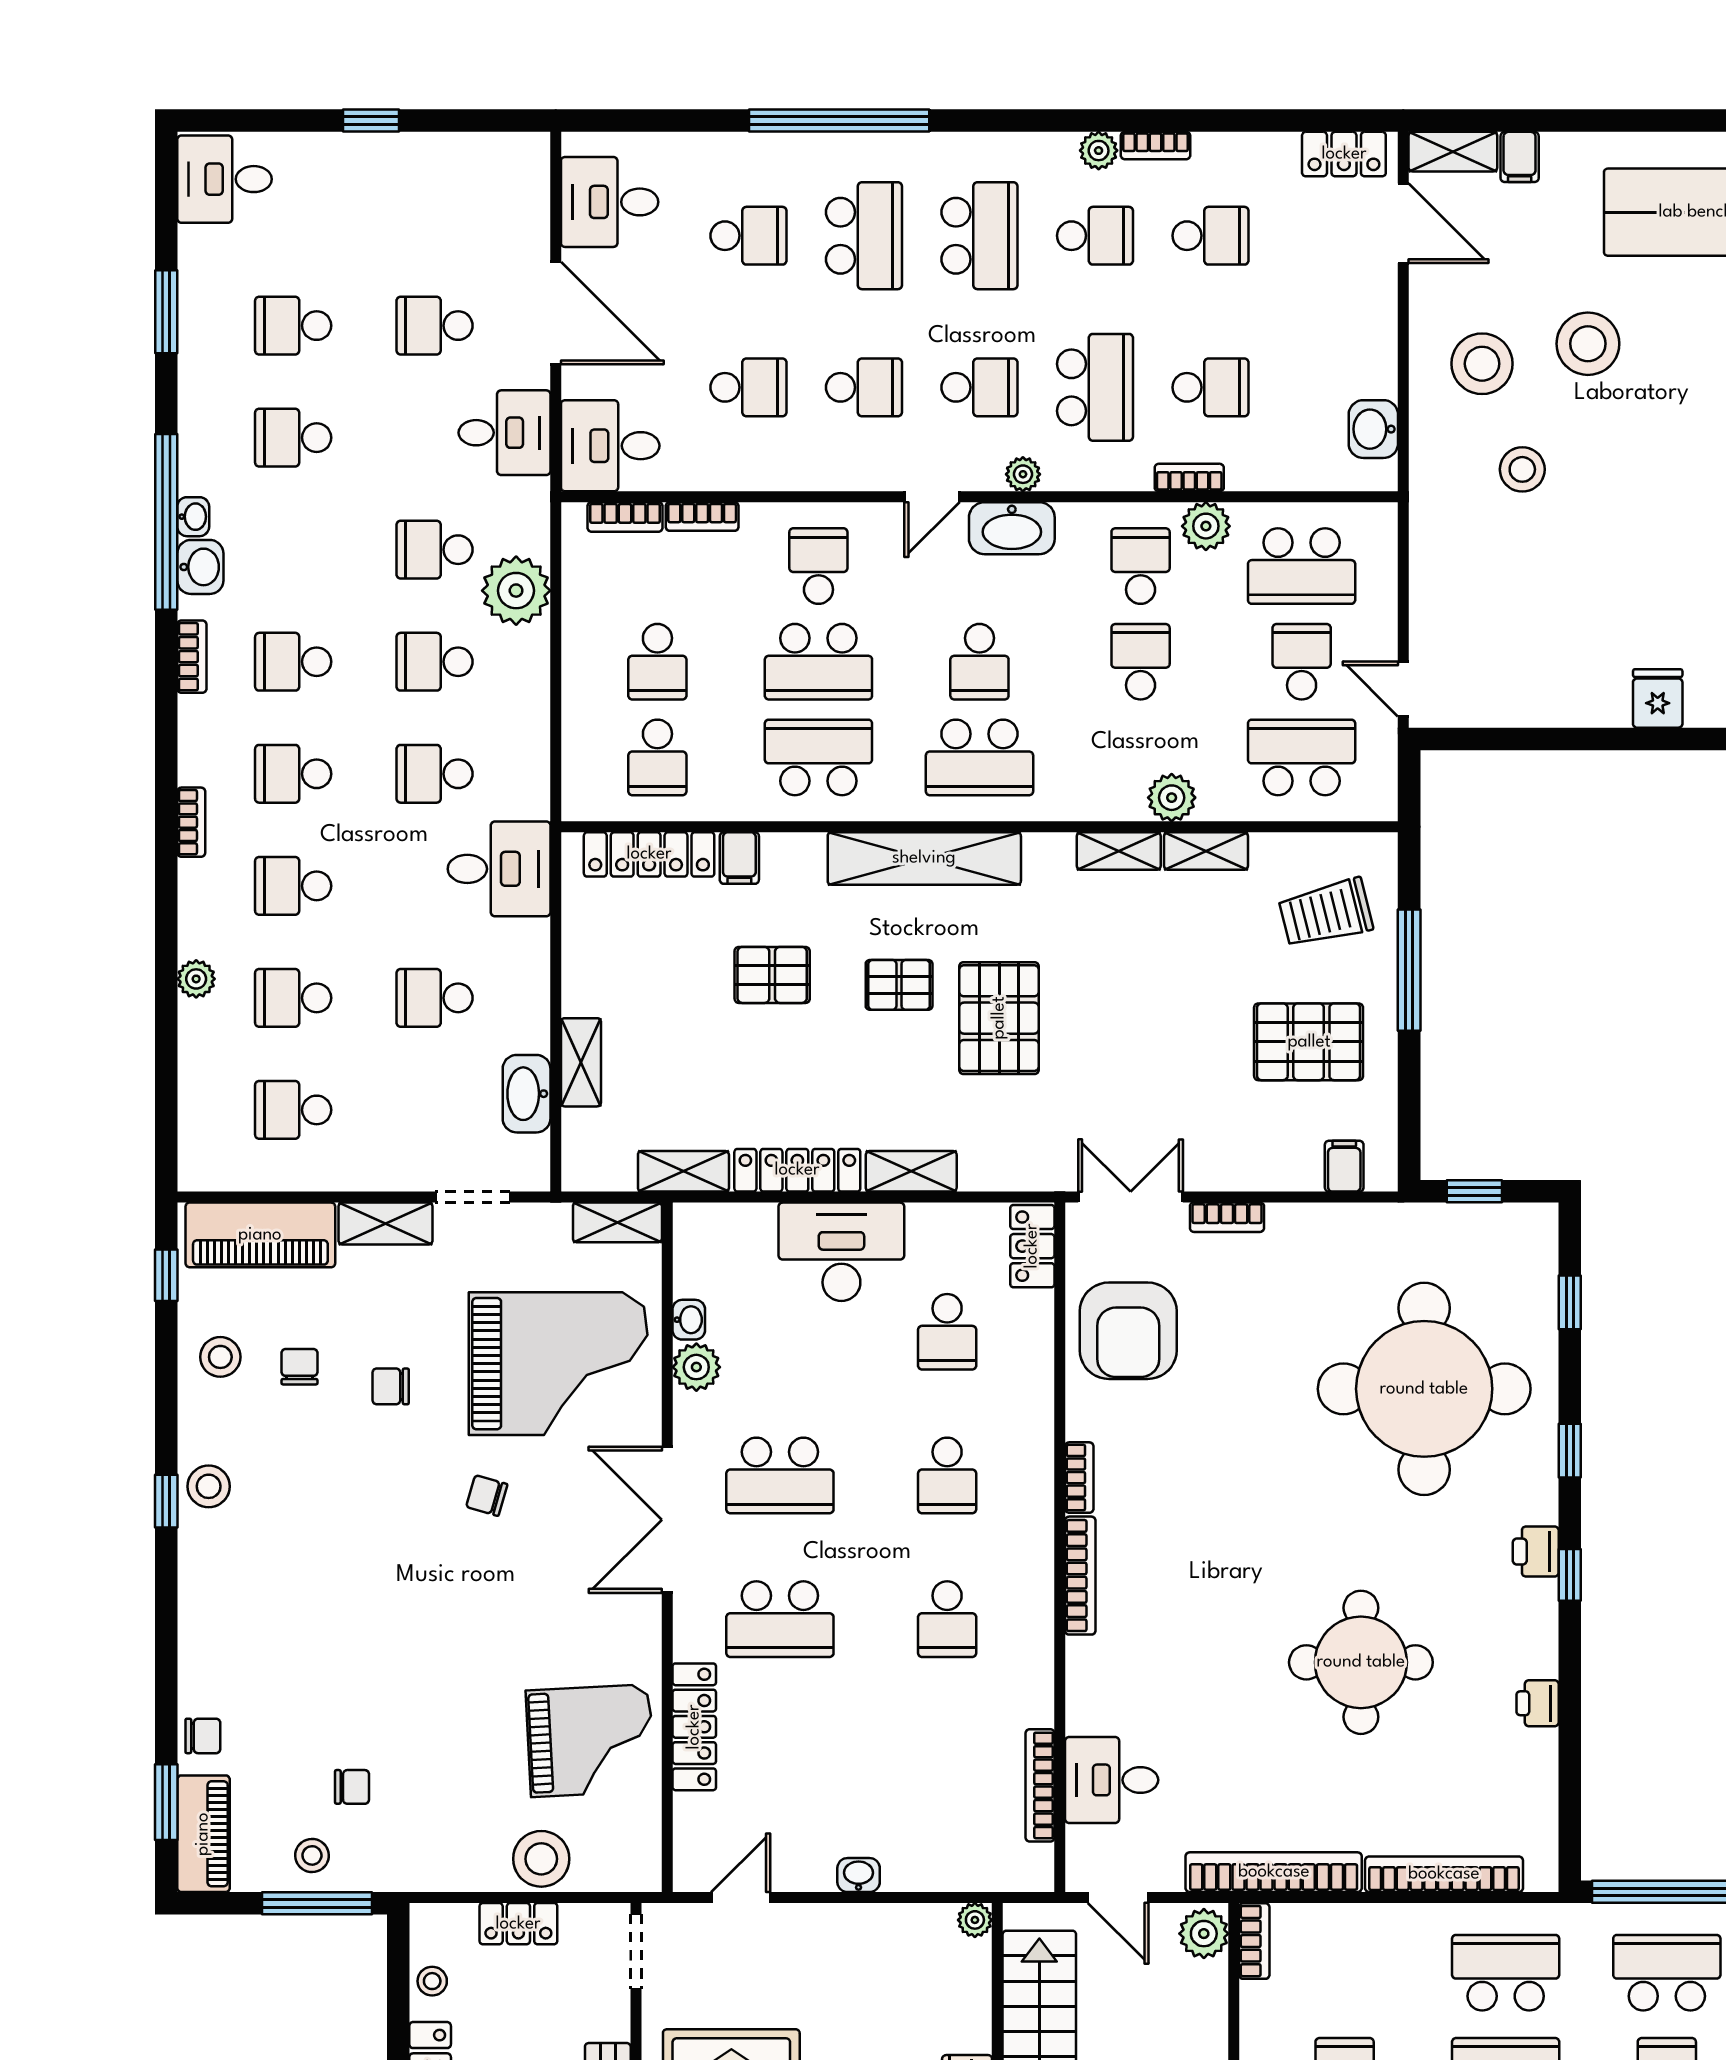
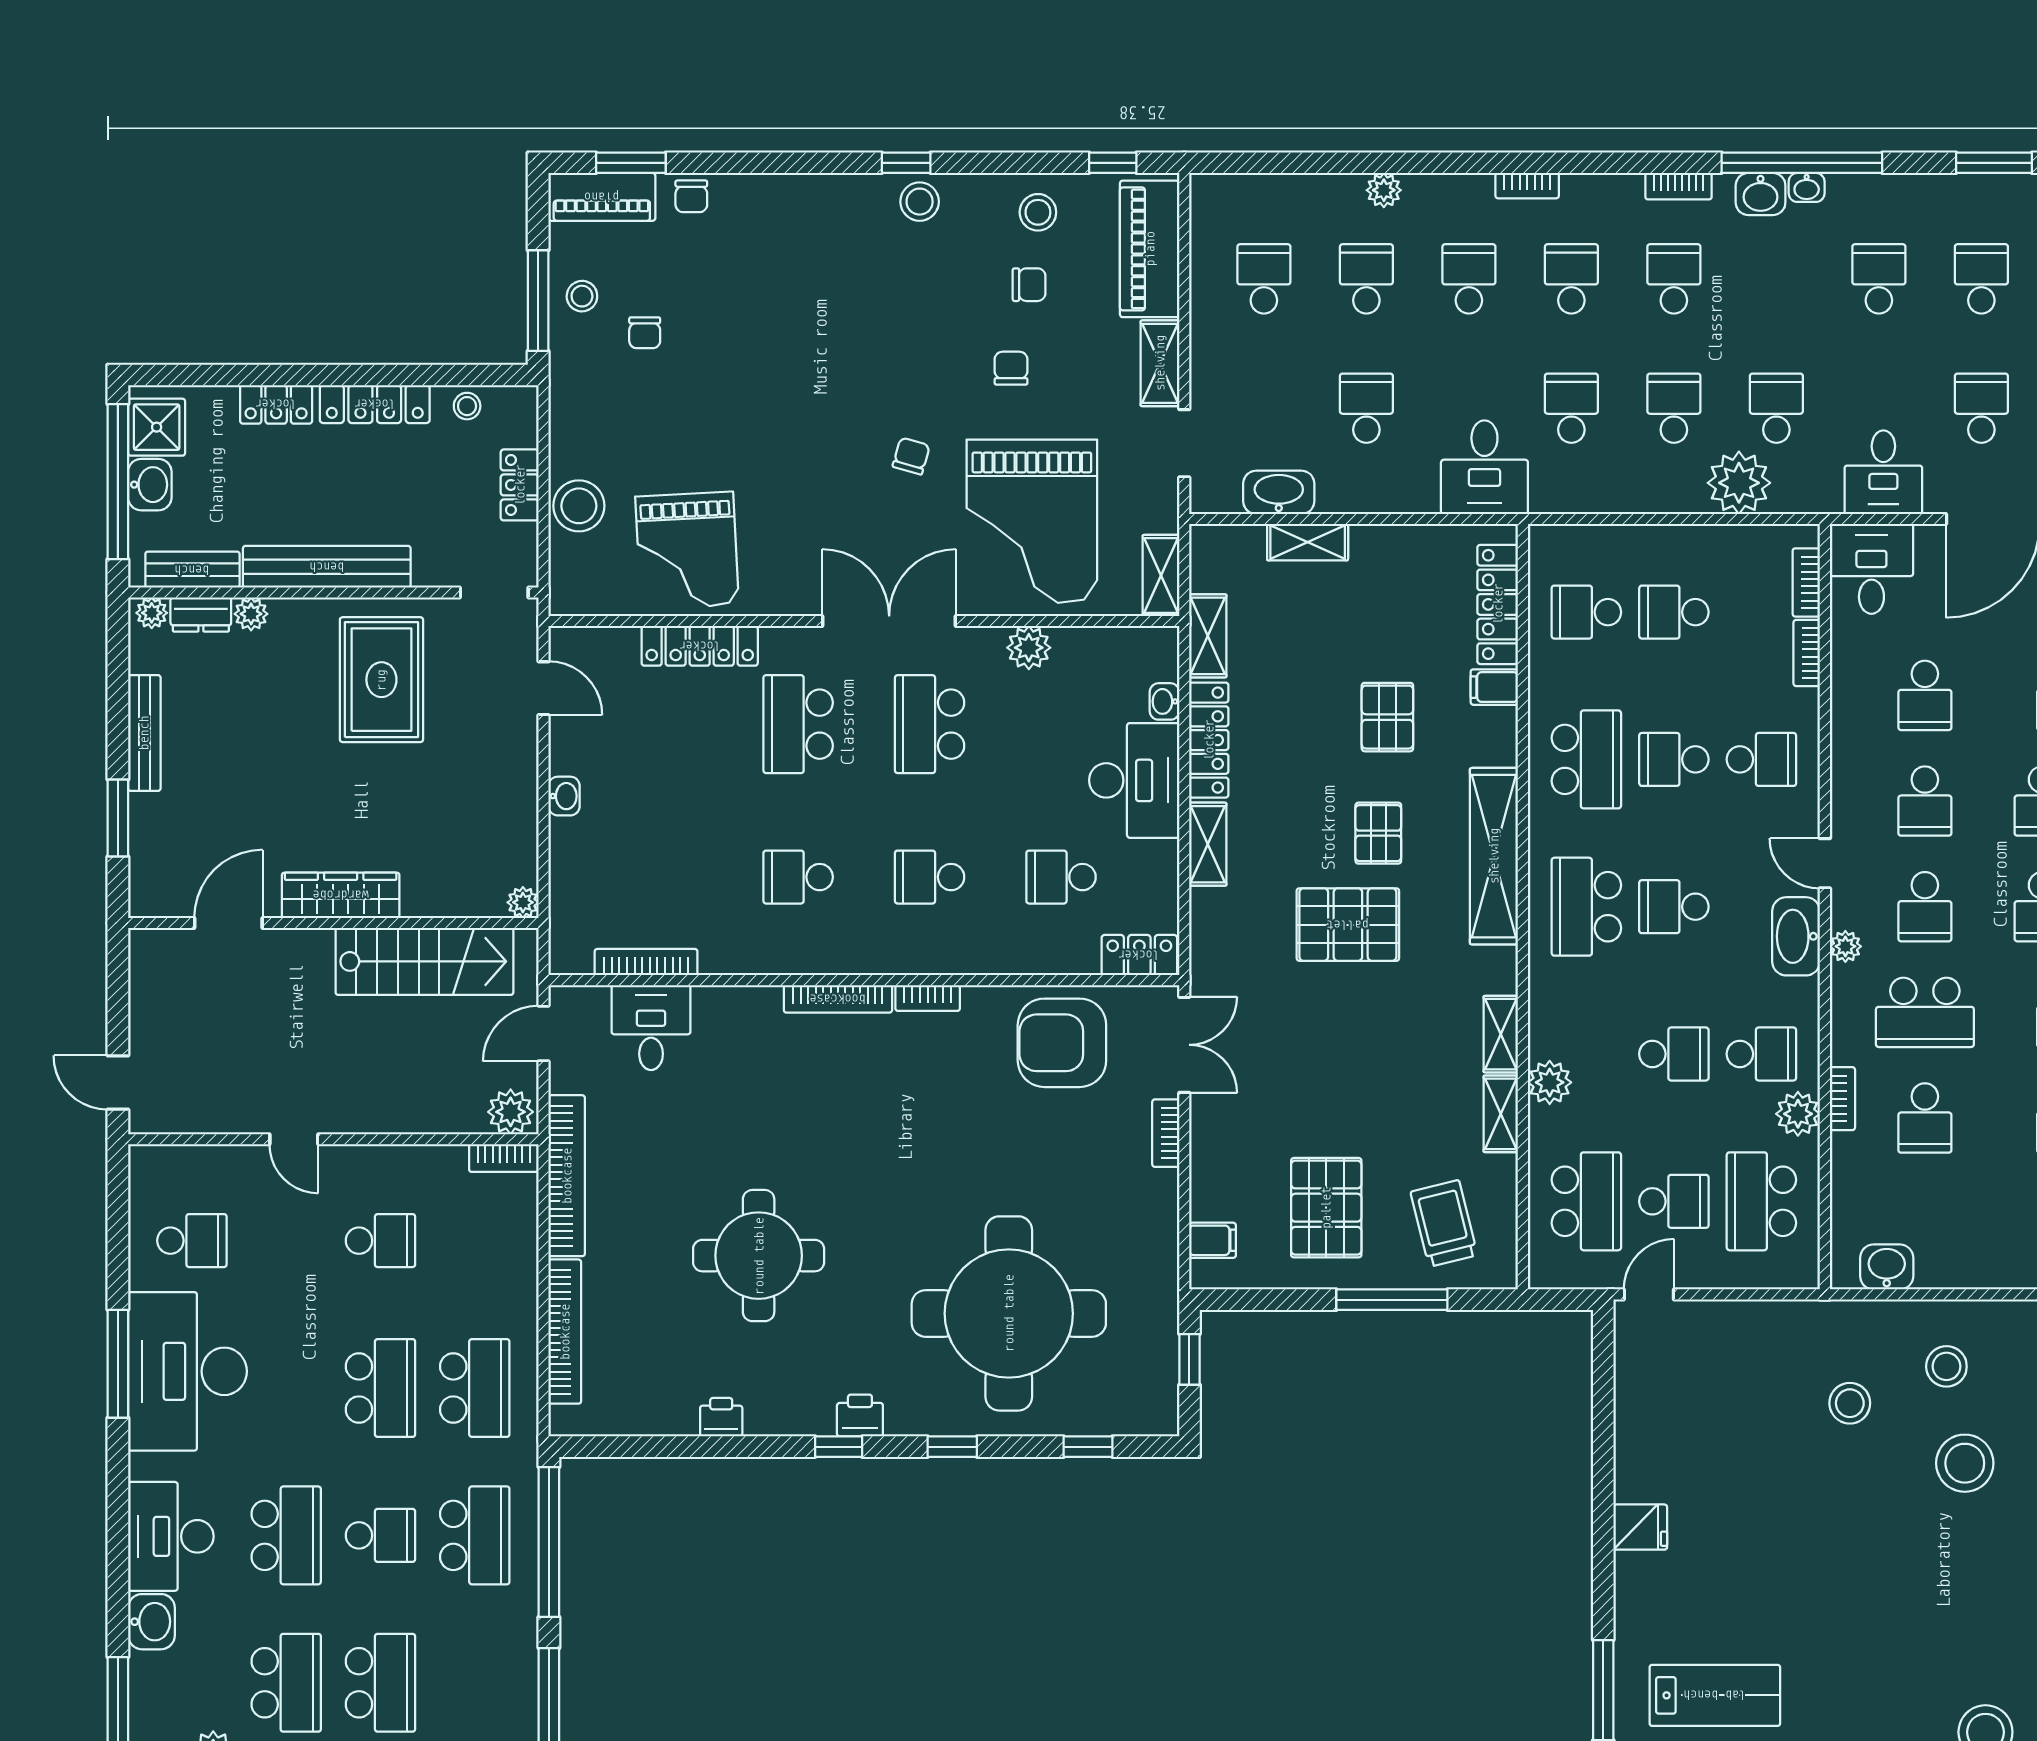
stool: (1482, 364) -> (1946, 1366), width x0.73, depth x0.73
school desk: (818, 662) -> (1674, 759), width x0.54
washbasin: (689, 1320) -> (1165, 701), moved, turned 90

